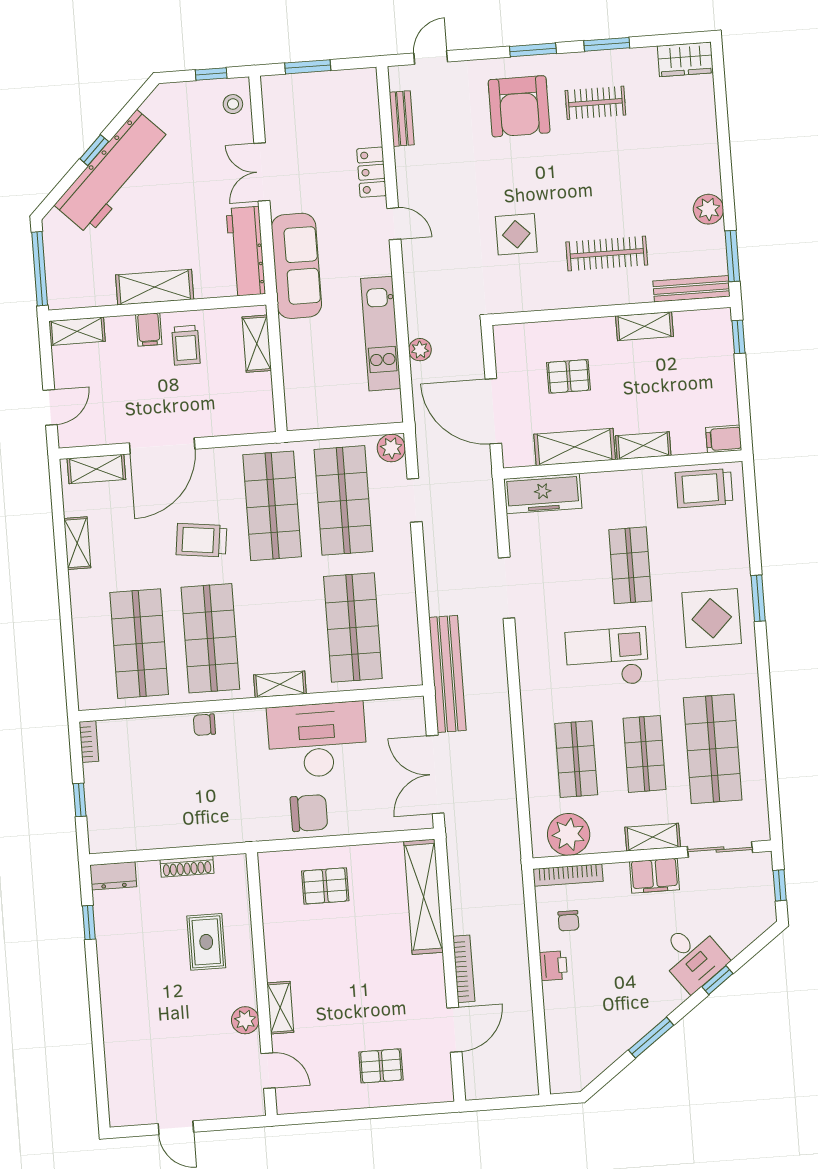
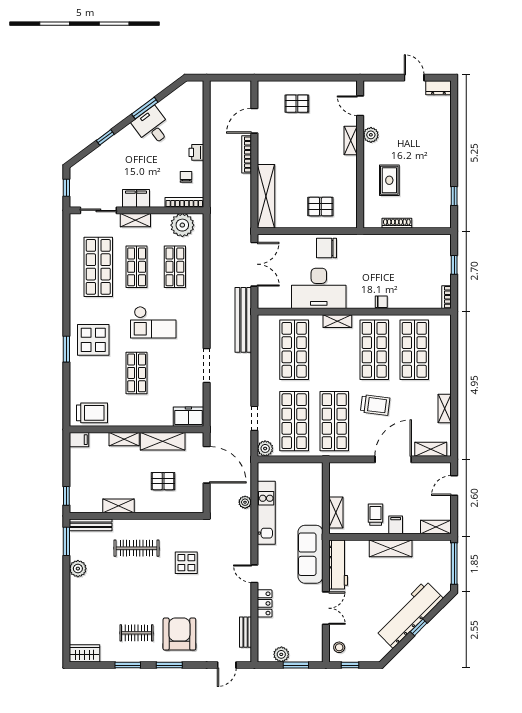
plant: (335, 84) -> (281, 654), added
freezer: (543, 494) -> (188, 417), width x0.71
dresser: (113, 876) -> (438, 88), moved, turned 180
desk: (692, 957) -> (152, 126), moved

